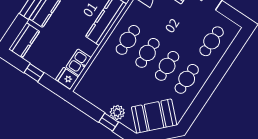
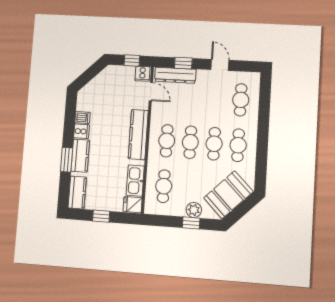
kitchen sink: (79, 62) -> (135, 181), width x1.38
cafe table: (103, 78) -> (164, 186), added

